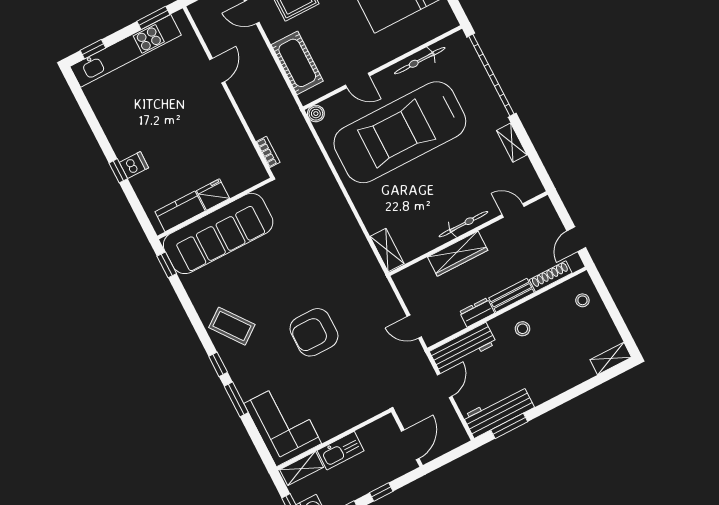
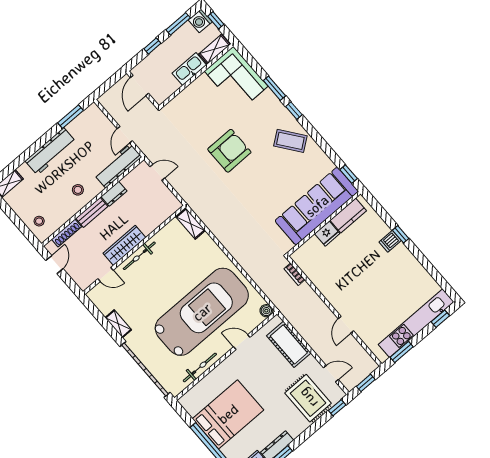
wardrobe: (458, 254) -> (124, 245), moved
workbench: (499, 412) -> (50, 151), moved

